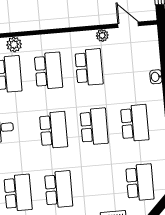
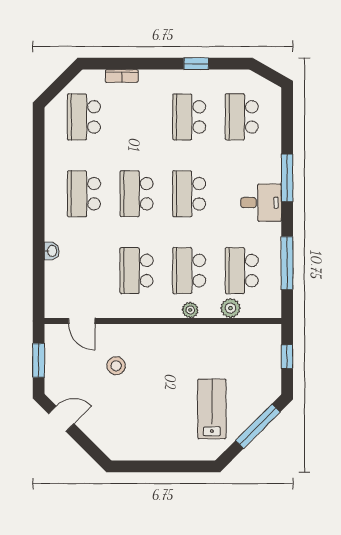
plant: (102, 35) -> (190, 310), moved

